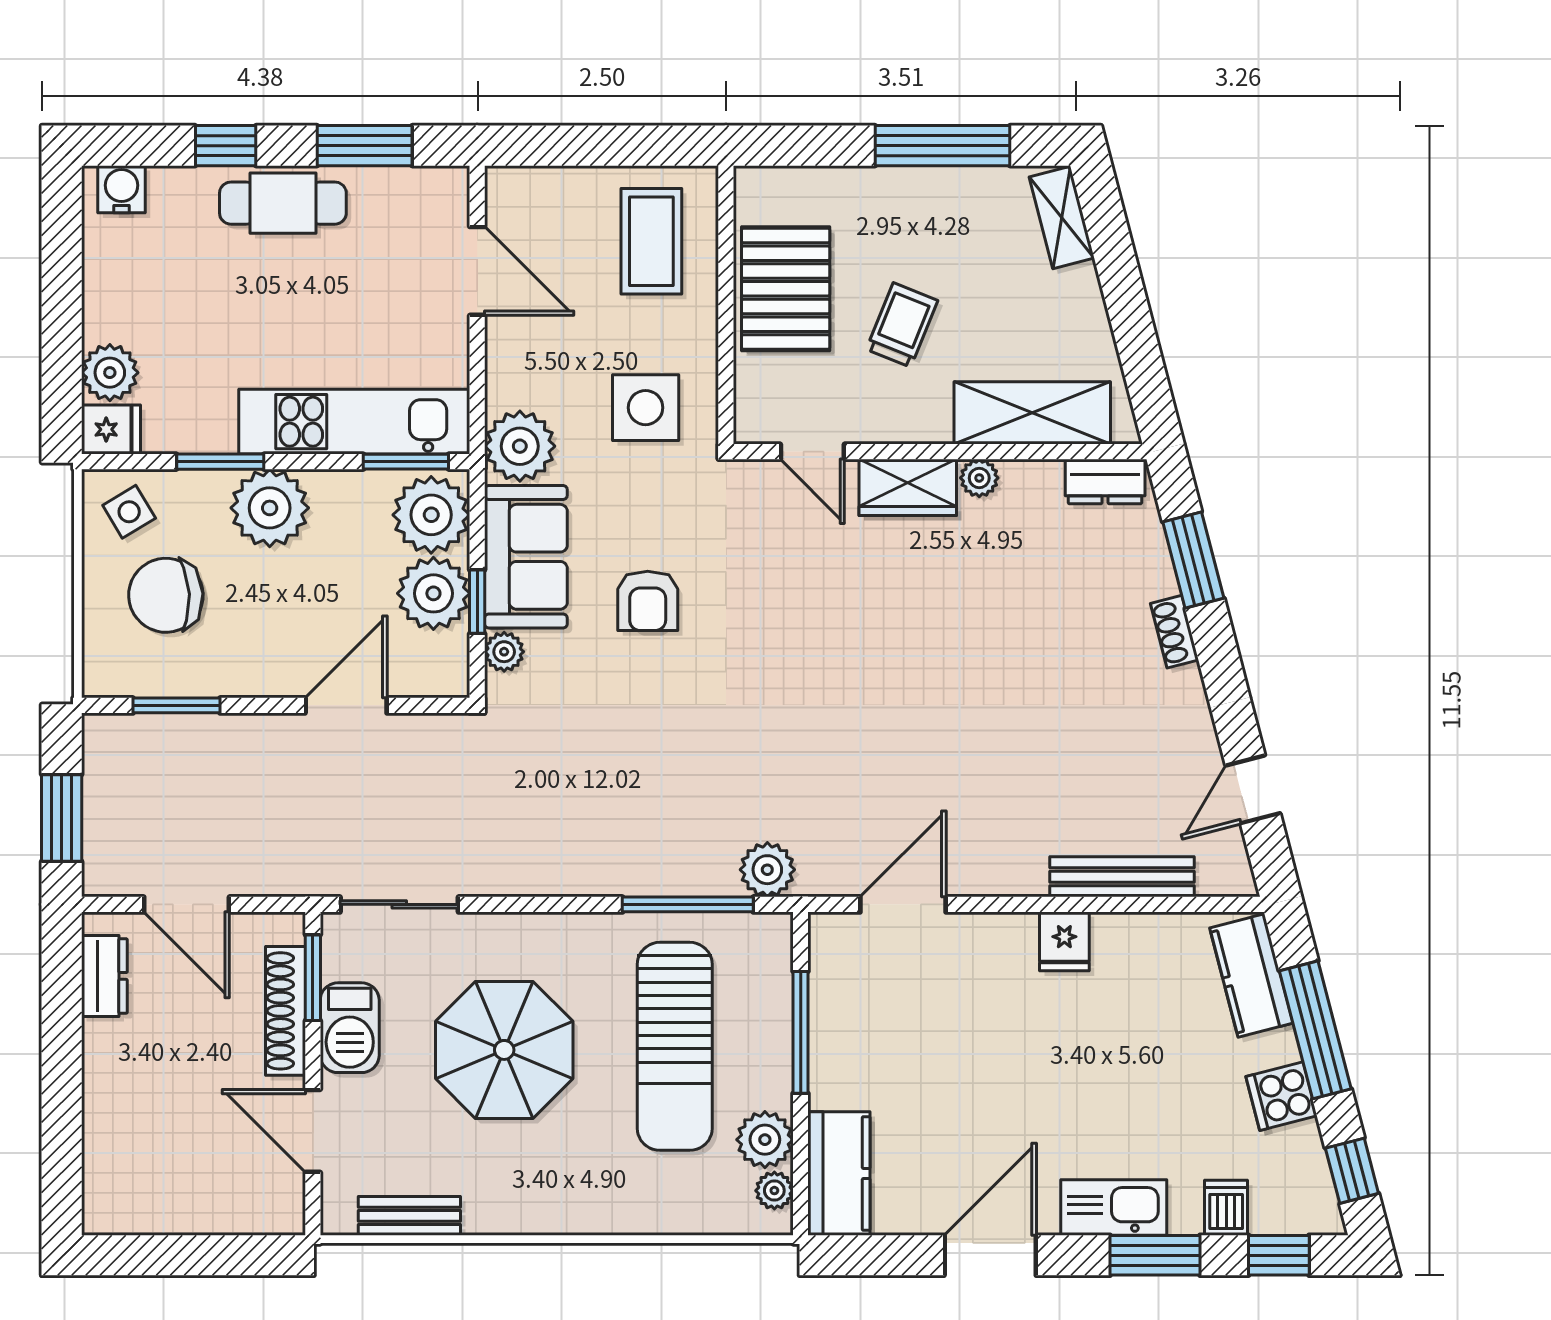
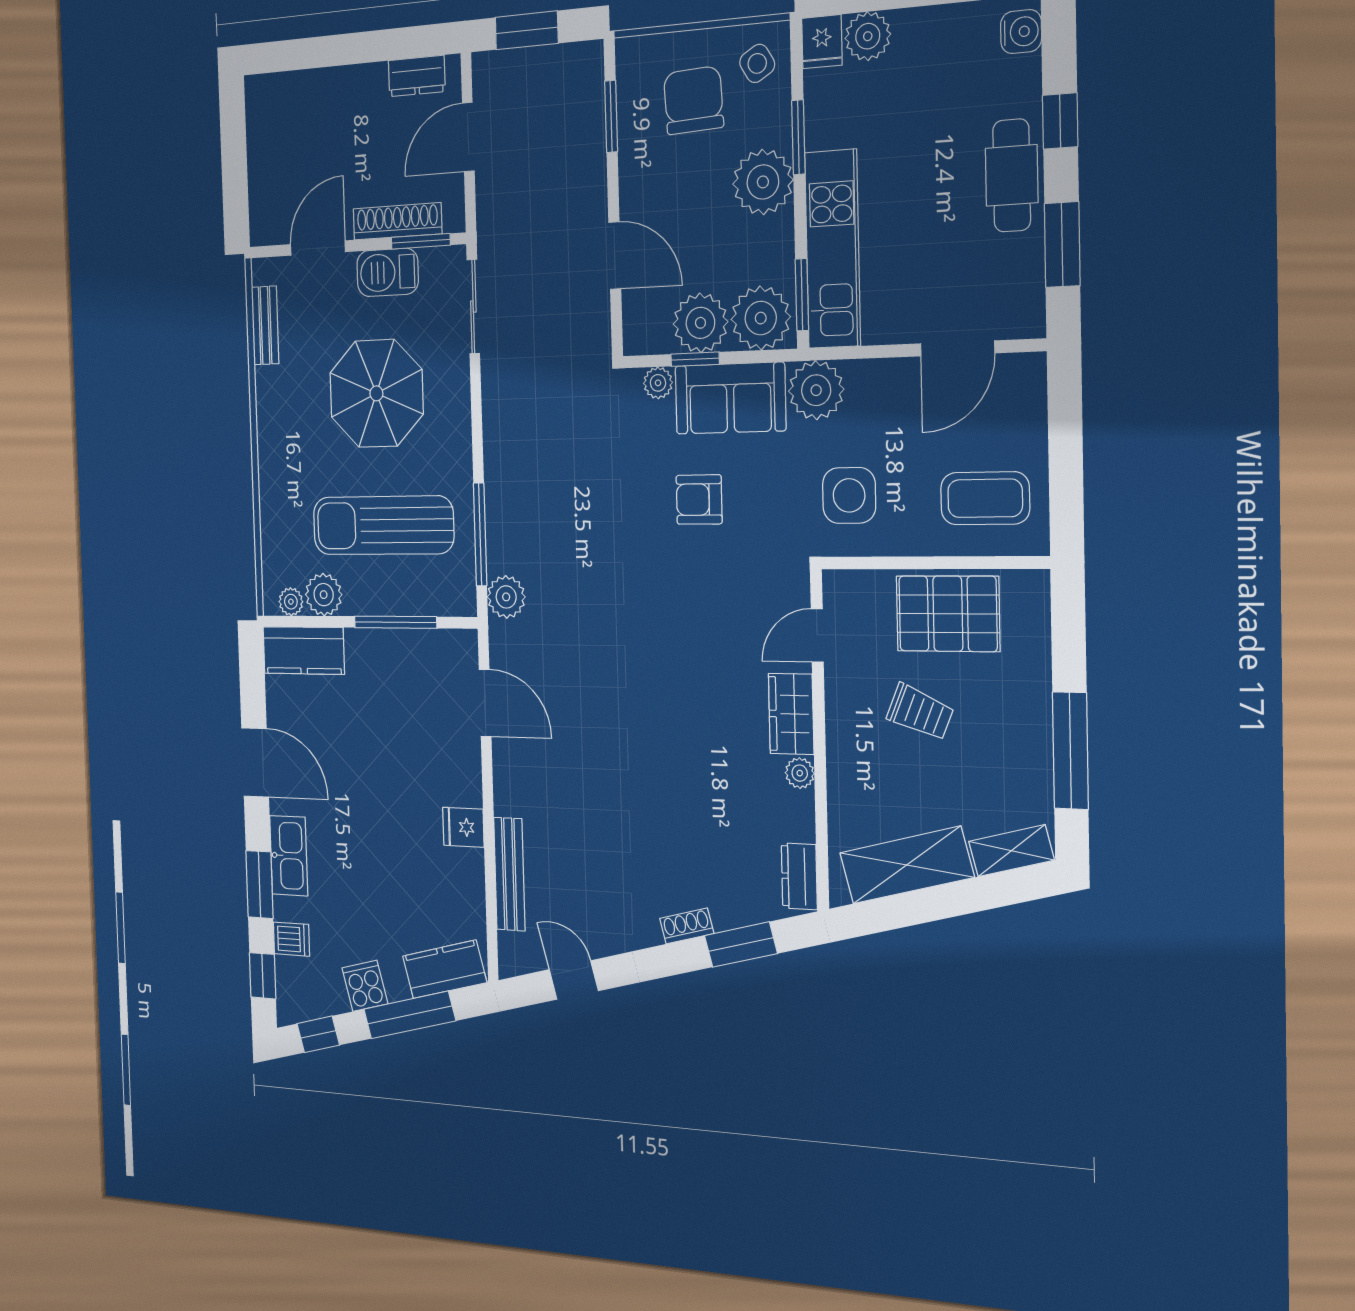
shelving: (1032, 413) -> (907, 865), moved, turned 75

